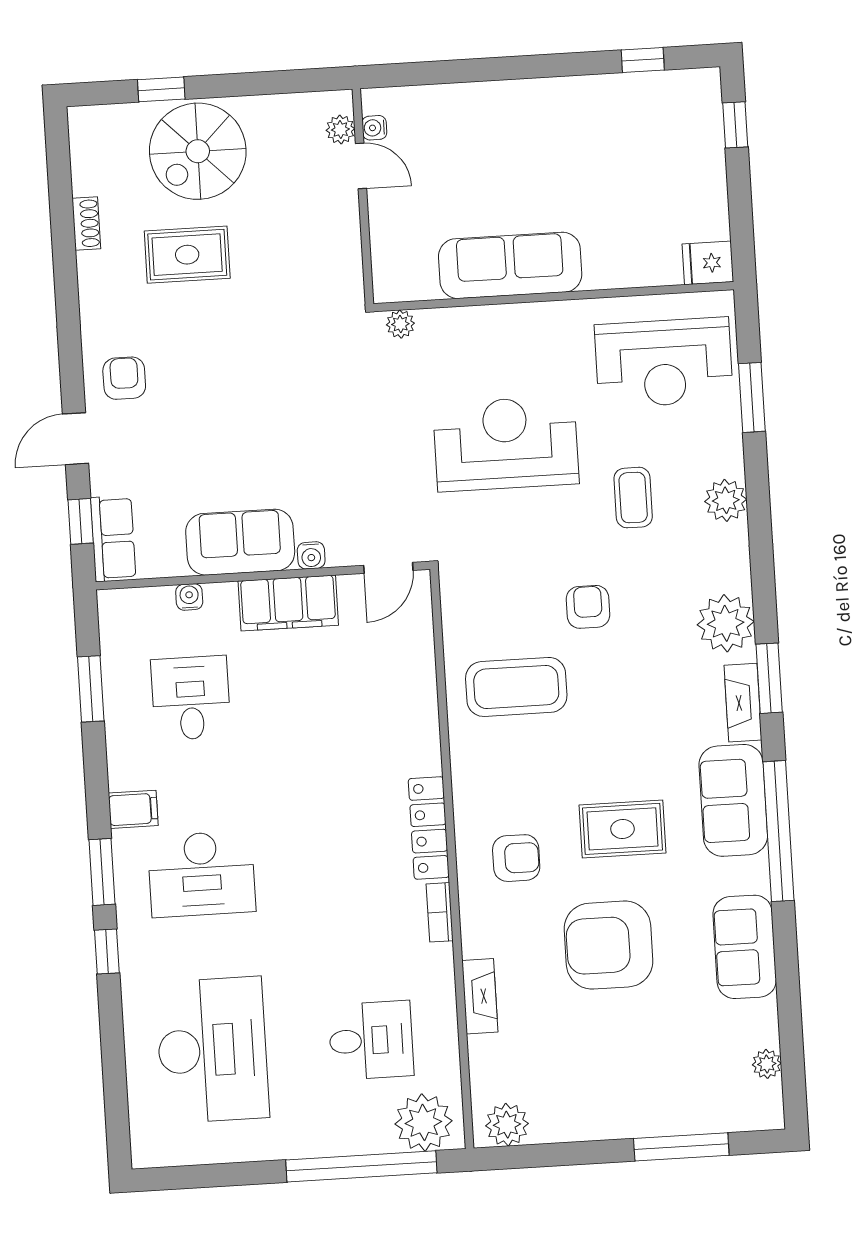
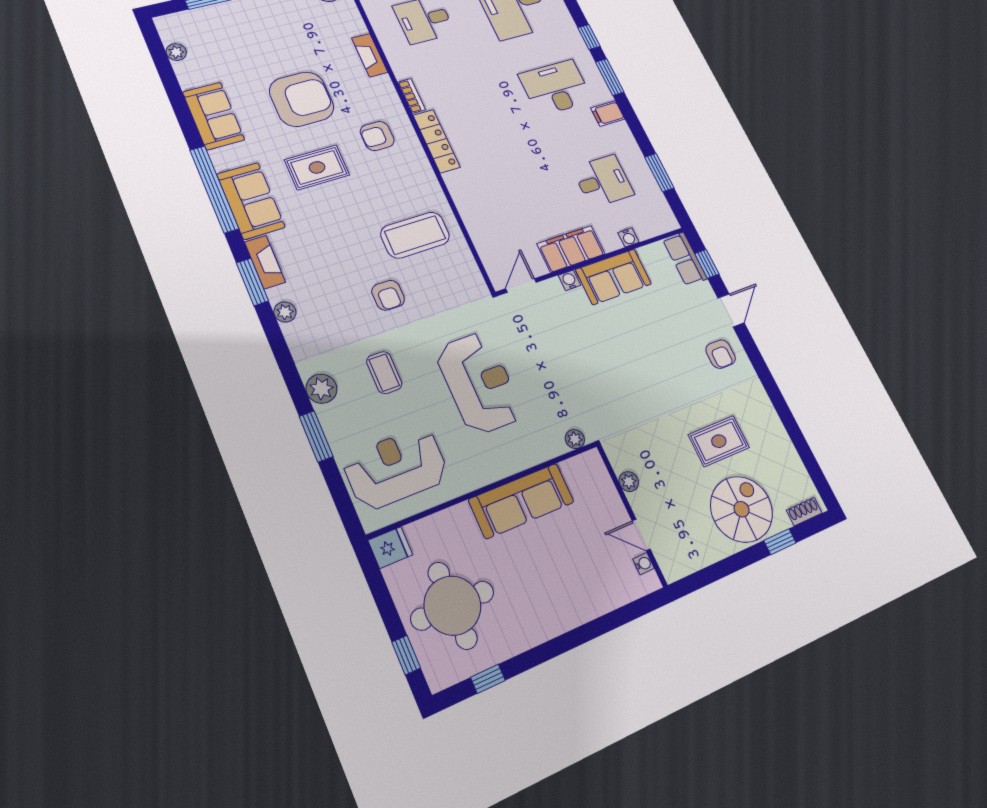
plant: (340, 129) -> (629, 482), moved
round table: (654, 164) -> (452, 606), added
shoe rack: (86, 223) -> (804, 512), moved, turned 90
window: (752, 397) -> (316, 436), moved
reception desk: (506, 444) -> (479, 383), turned -90
plant: (726, 623) -> (285, 312), width x0.53, depth x0.53
desk: (191, 698) -> (603, 181), turned -90

